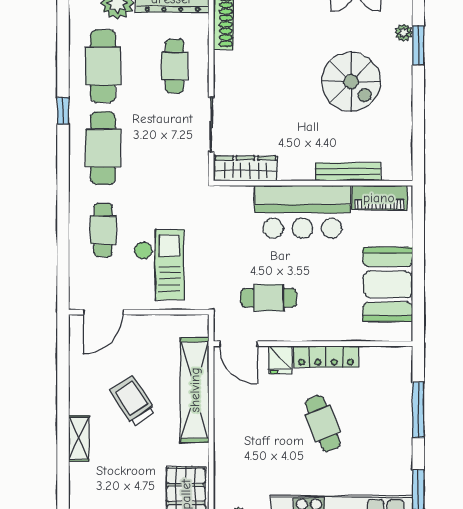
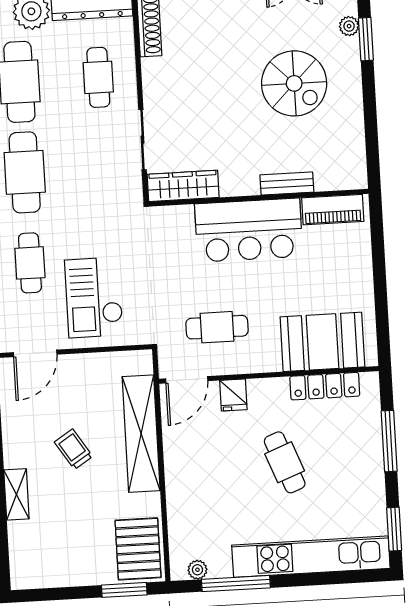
bench: (348, 172) -> (287, 183), width x0.73
checkout: (159, 265) -> (94, 297), turned 180
booth: (388, 284) -> (322, 342), moved, turned 90
door: (239, 344) -> (187, 380), hinge flipped
locker: (326, 357) -> (325, 386), moved
trolley: (133, 401) -> (74, 449), width x0.73, depth x0.72

